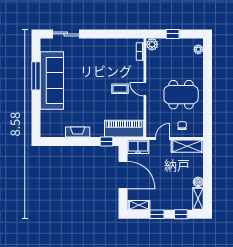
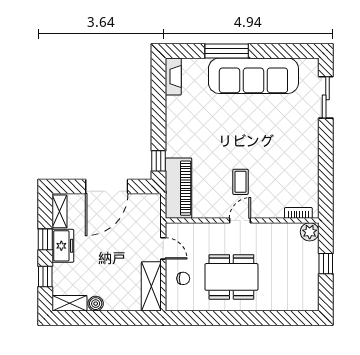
plant: (198, 49) -> (302, 304), removed
window: (36, 76) -> (227, 51), moved
dining table: (181, 95) -> (231, 277), turned 90
fireplace: (78, 132) -> (173, 77), moved
freezer: (138, 147) -> (63, 246), moved, turned 180

